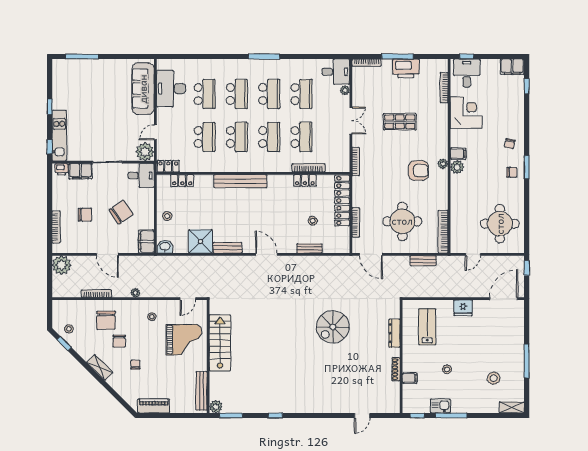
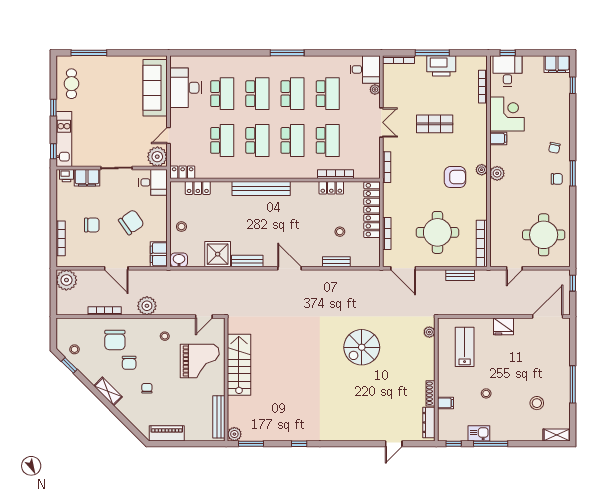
cafe table: (66, 85) -> (71, 84), added
filing cabinet: (458, 154) -> (498, 139), moved
plant: (135, 293) -> (147, 306), width x1.88, depth x1.88
plant: (395, 313) -> (429, 332), added
dresser: (394, 333) -> (429, 422), moved

